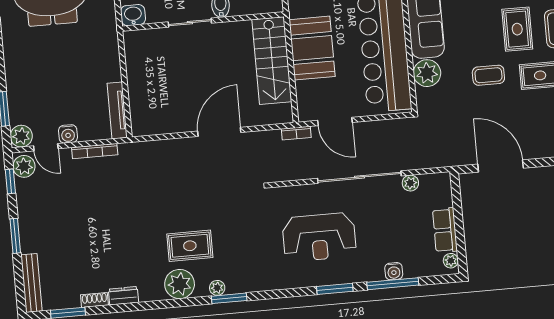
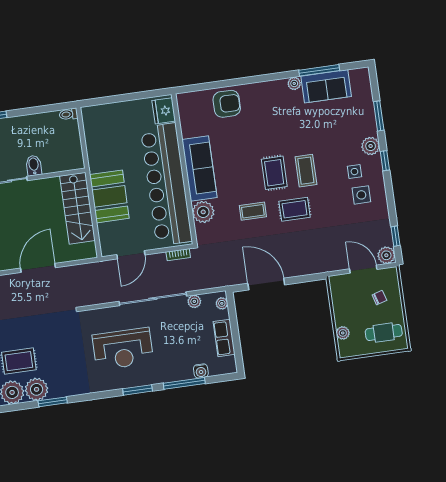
door: (335, 121) -> (131, 255), hinge flipped
bookcase: (296, 133) -> (178, 255), moved
plant: (451, 261) -> (222, 303), moved
water cooler: (394, 271) -> (201, 371), moved
plant: (217, 288) -> (37, 389), width x1.87, depth x1.87

